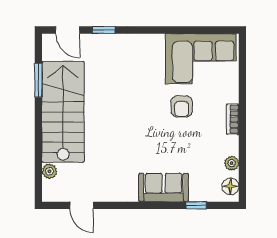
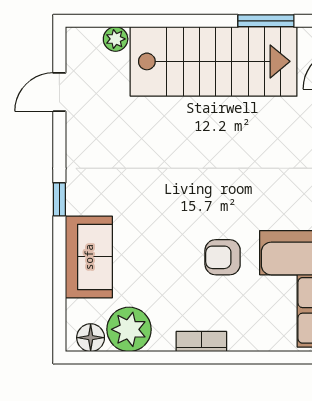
plant: (232, 163) -> (129, 329), width x1.88, depth x1.88
sofa: (164, 187) -> (89, 257), moved
window: (196, 205) -> (59, 199), moved

